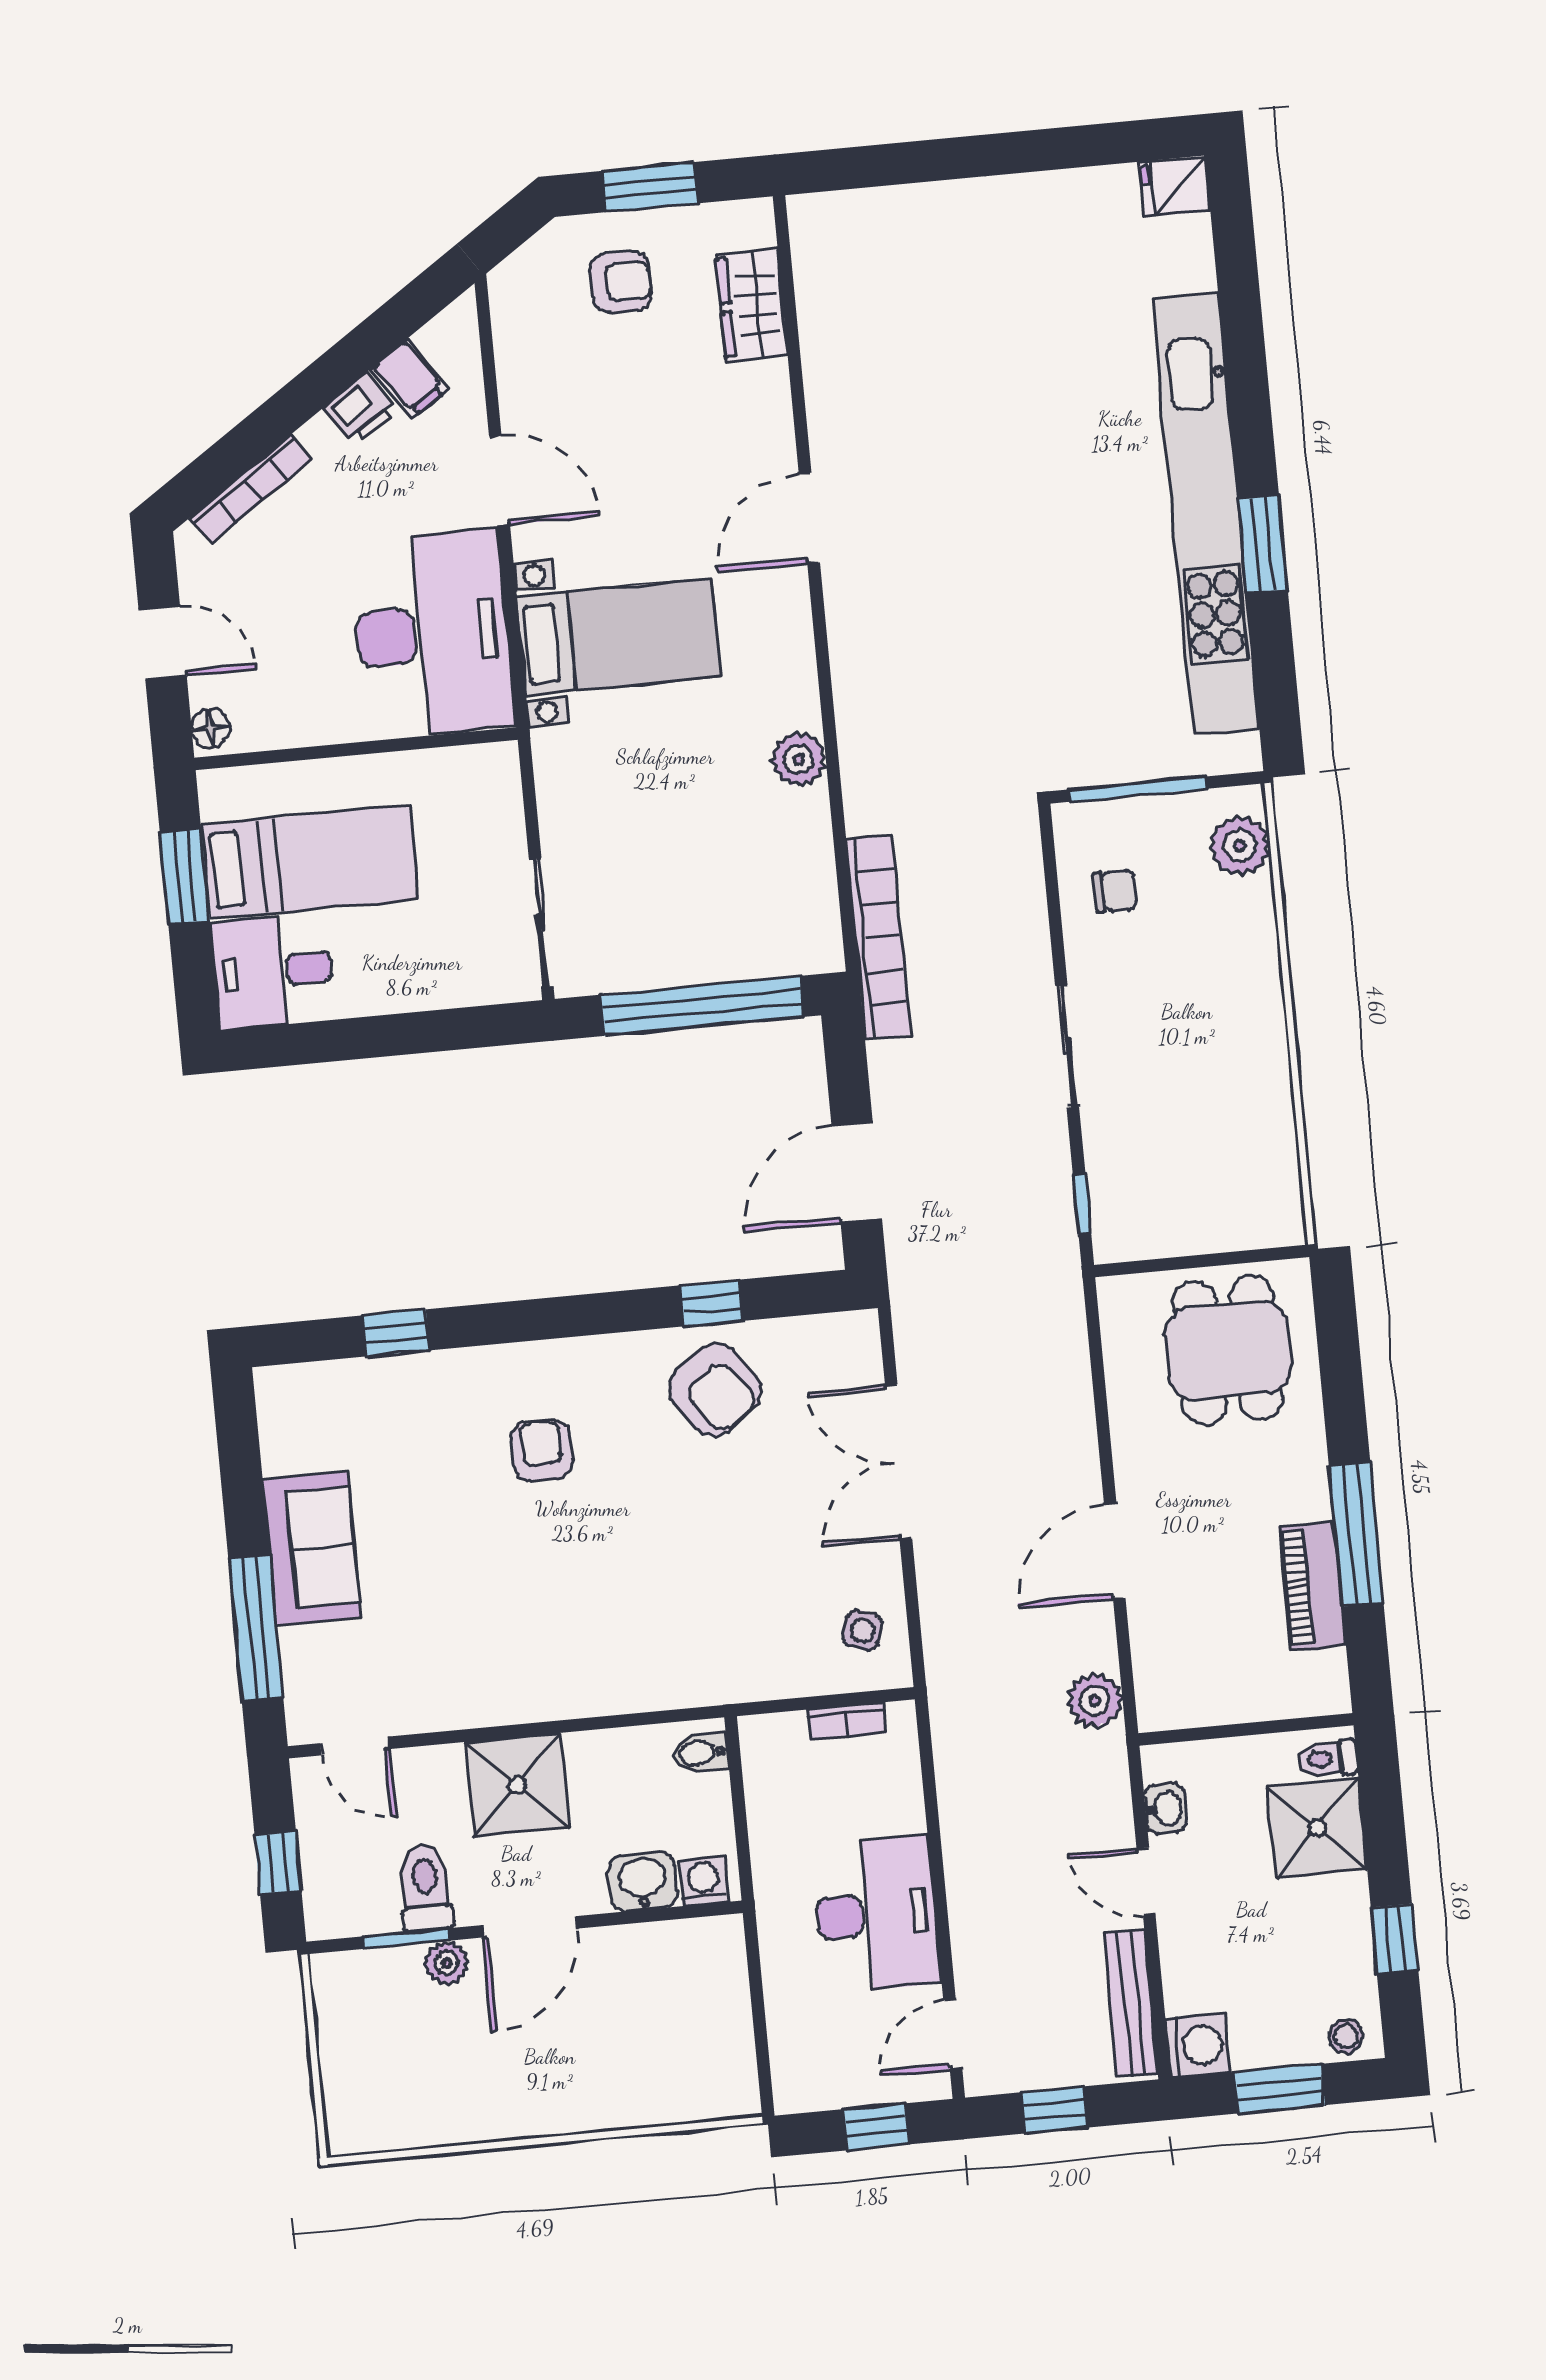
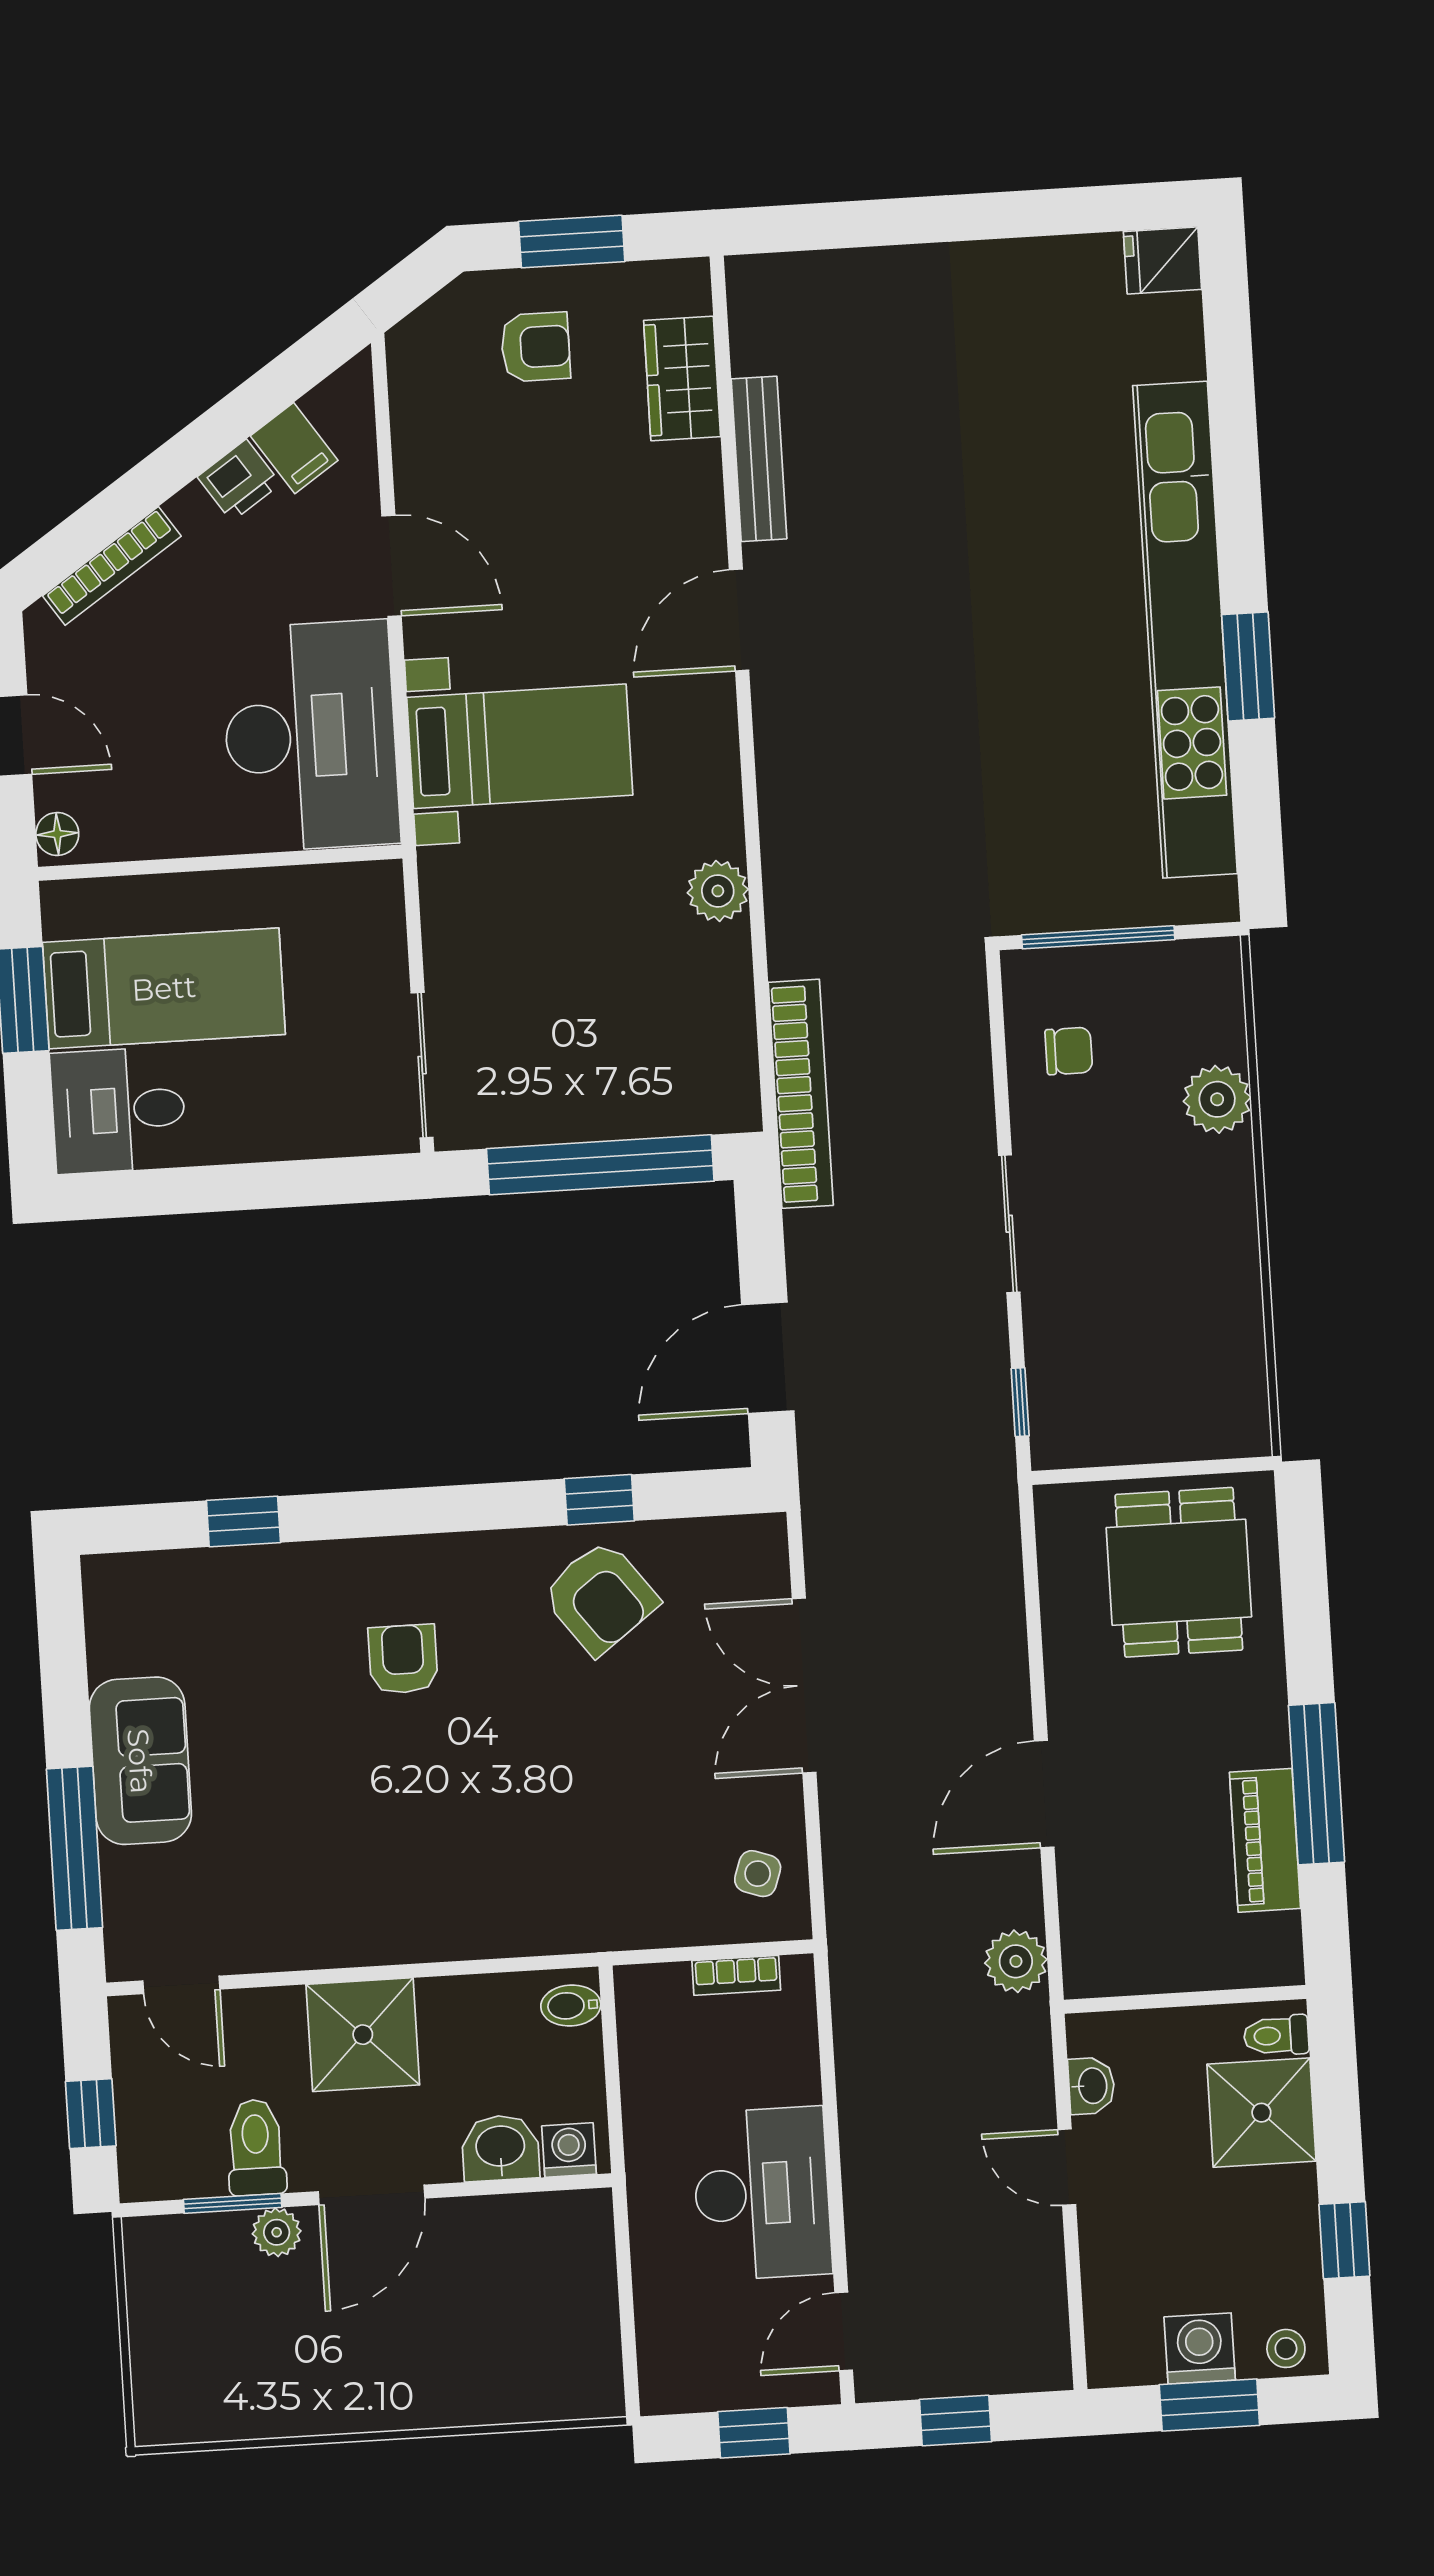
plant: (1240, 846) -> (1217, 1099), moved
bench: (1131, 2003) -> (759, 459), moved
washing machine: (1198, 2046) -> (1200, 2349), moved, turned -90

